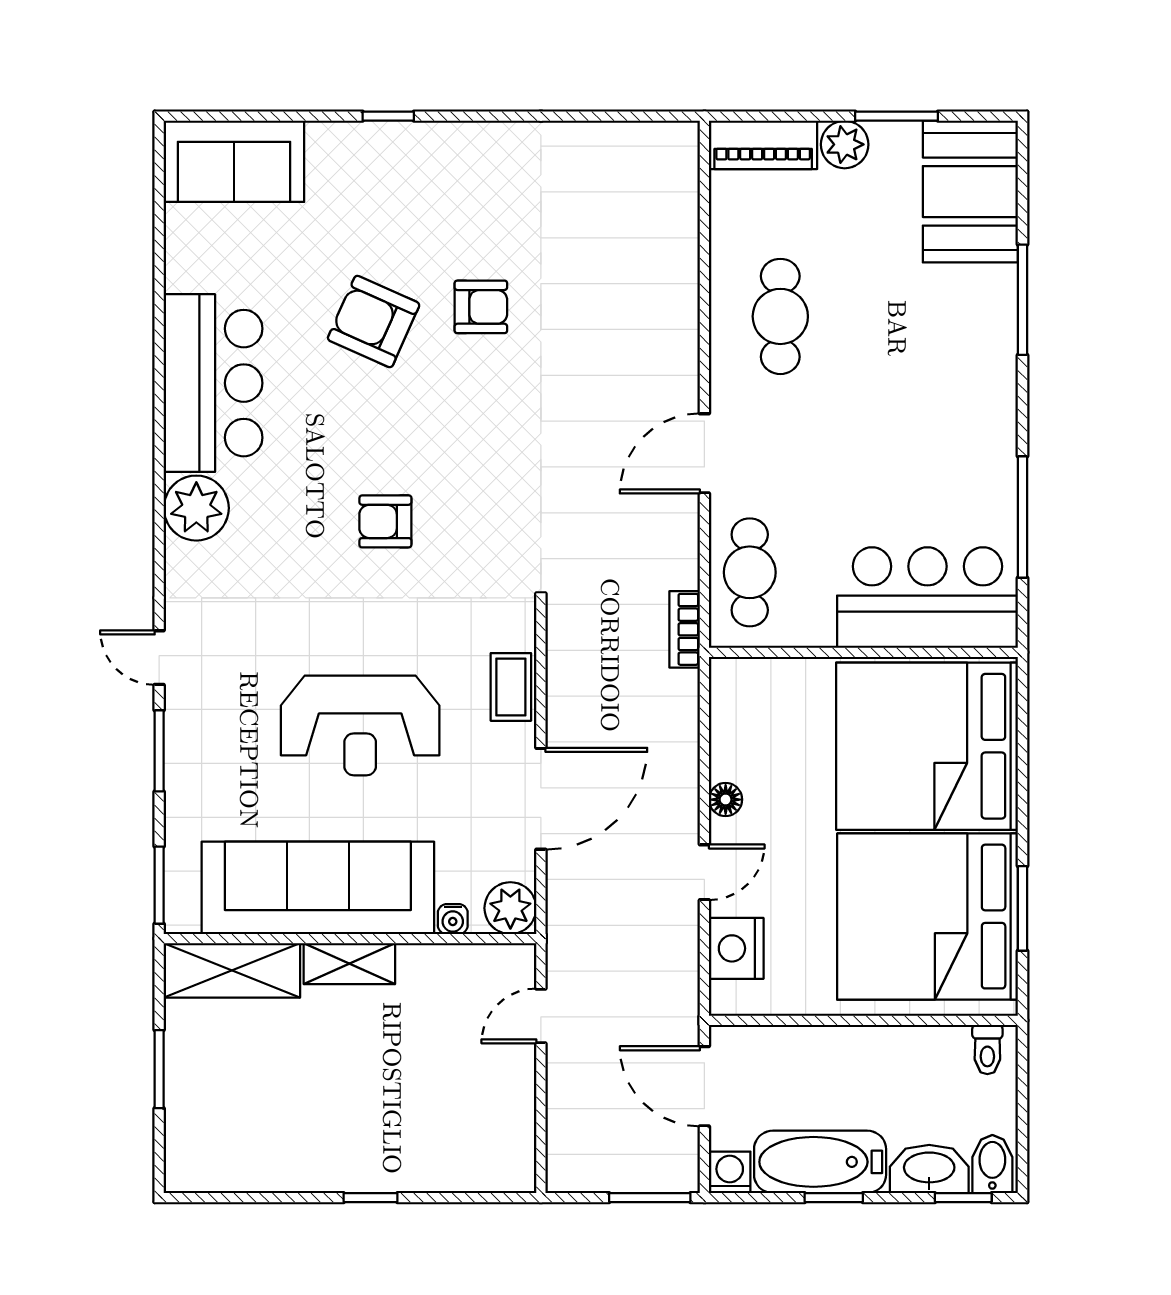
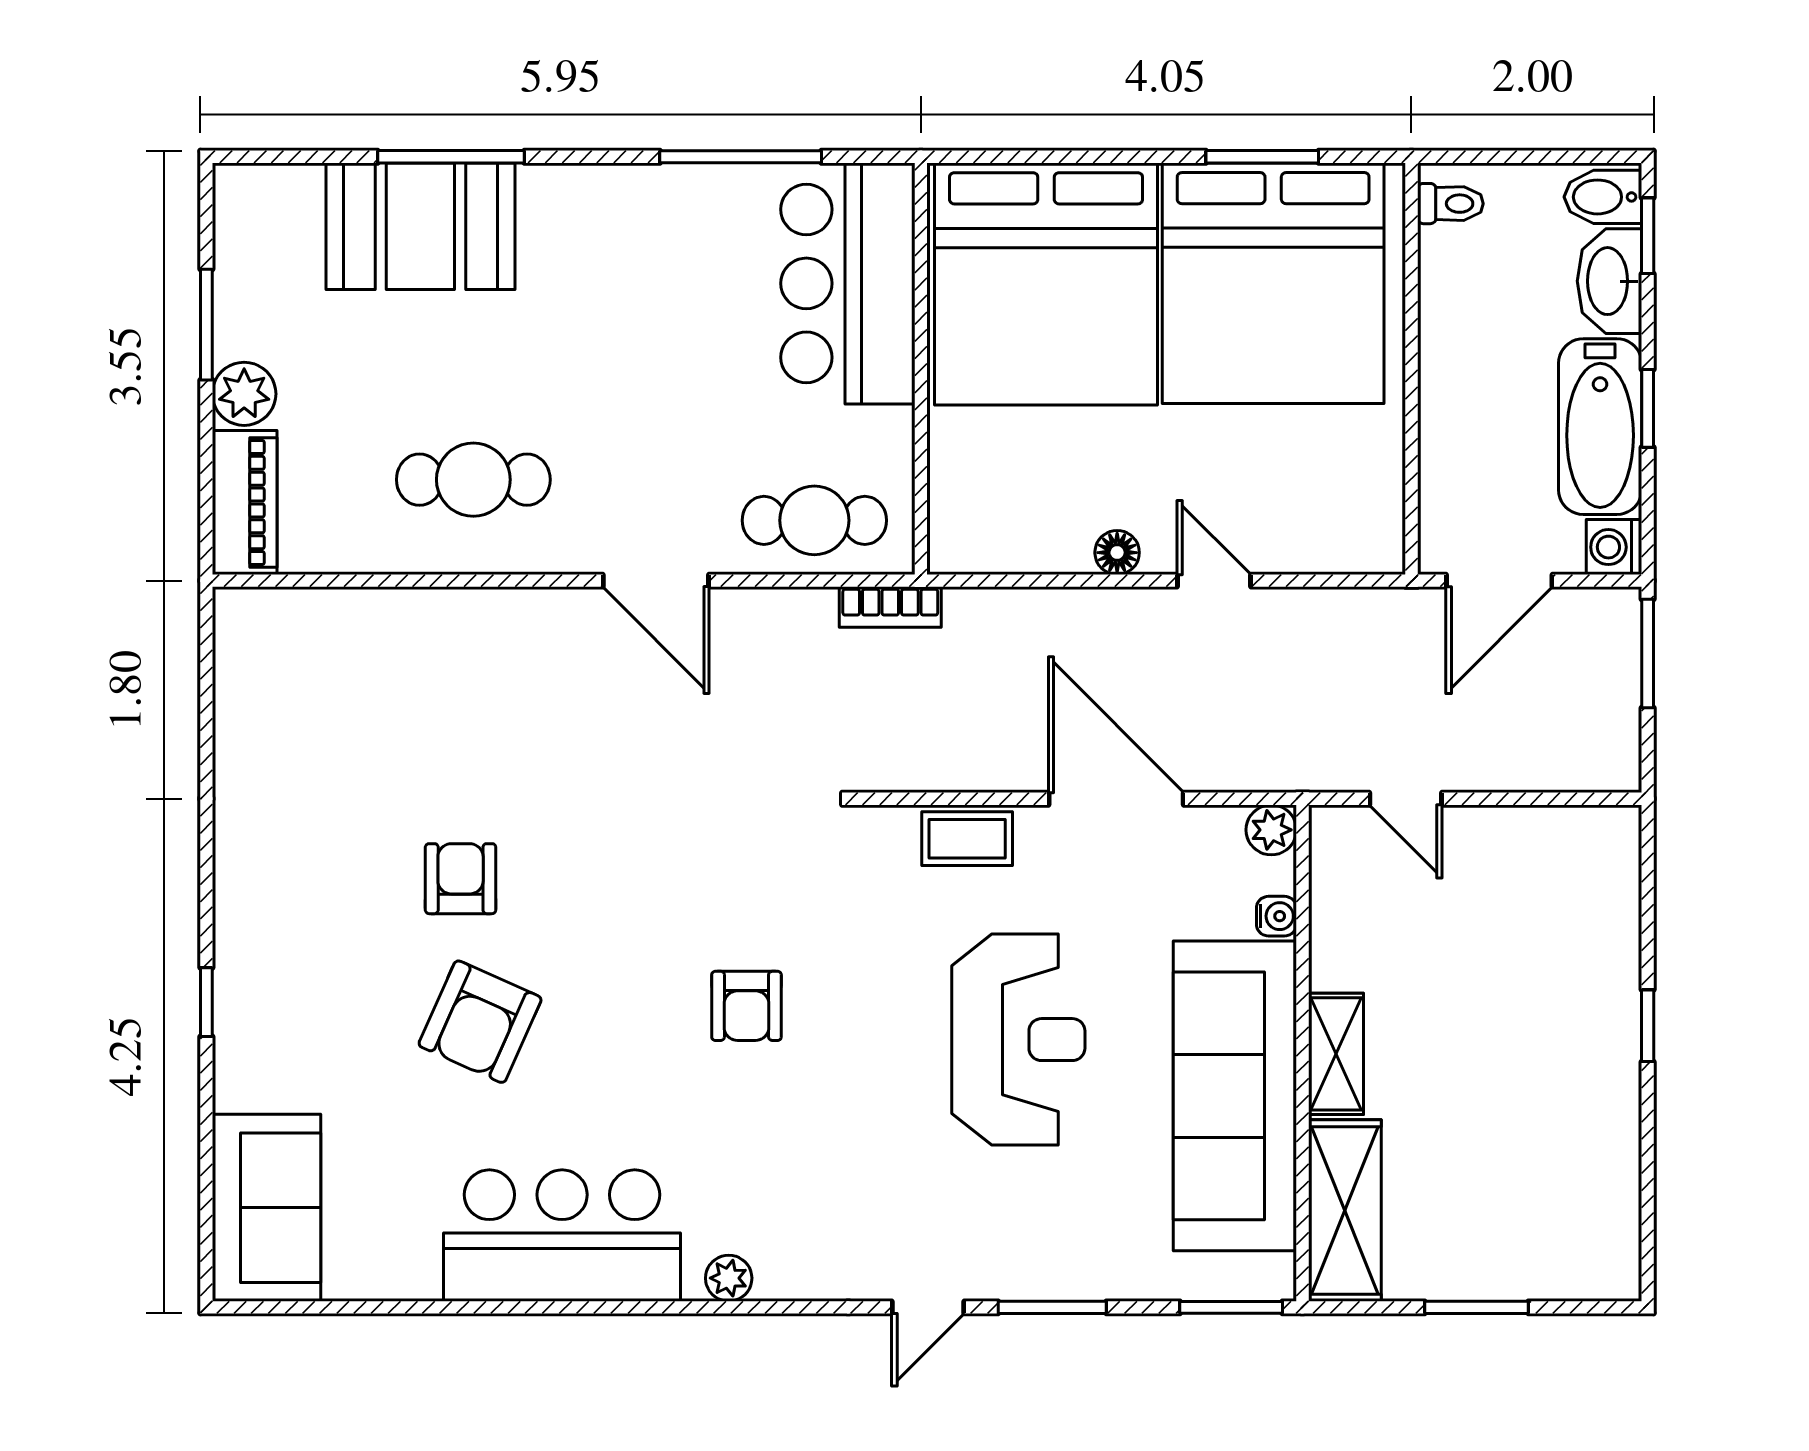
booth: (970, 192) -> (420, 226), moved
plant: (196, 508) -> (729, 1278), width x0.53, depth x0.53
plant: (510, 908) -> (1271, 830), width x0.73, depth x0.73
nightstand: (736, 948) -> (1316, 538), removed

